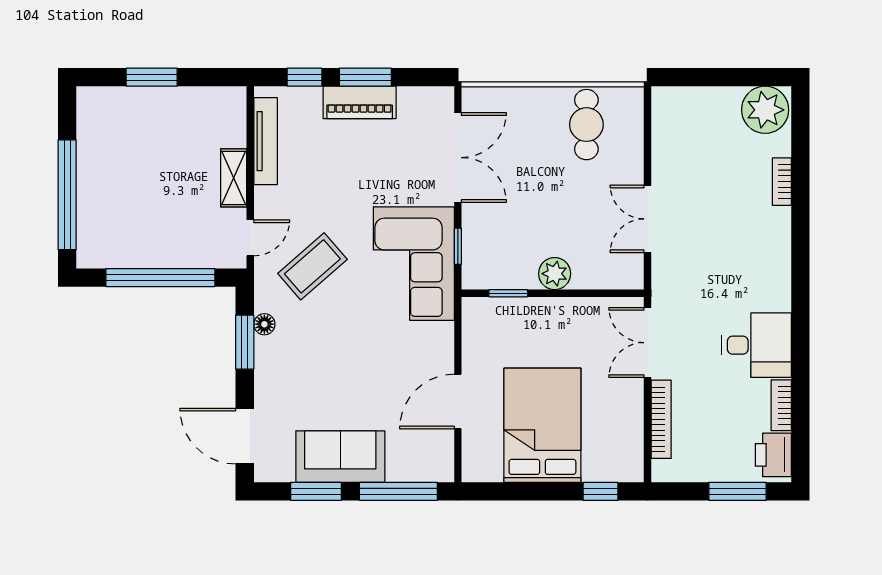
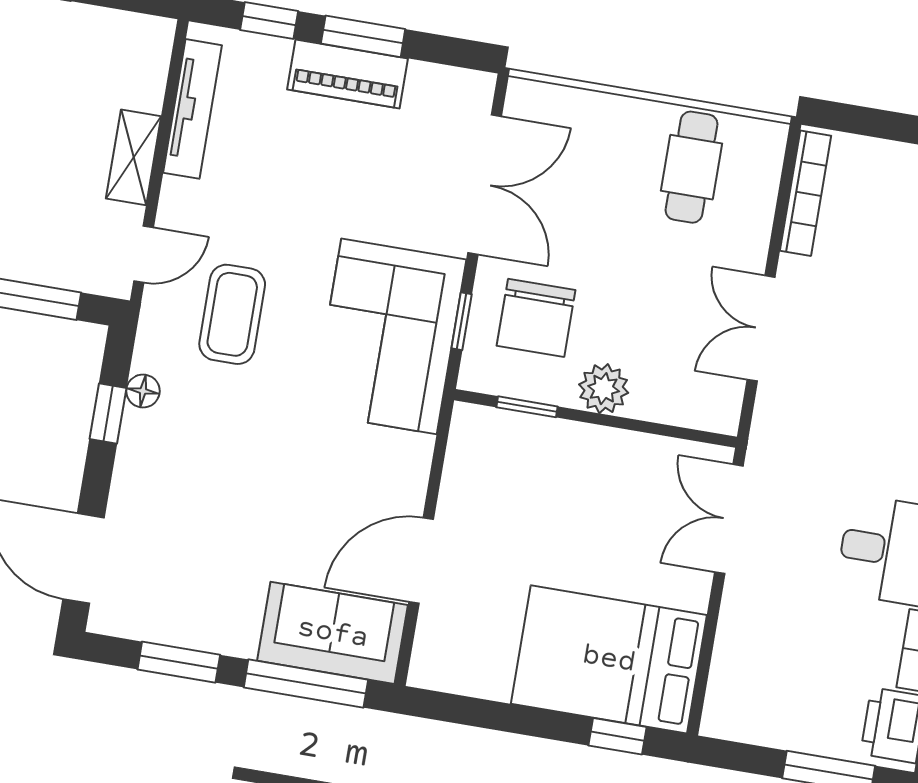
chair: (504, 236) -> (536, 318), added
coffee table: (312, 266) -> (232, 314), turned -49
window: (245, 342) -> (108, 414), width x0.67
bookcase: (661, 419) -> (806, 193), moved
bed: (542, 425) -> (609, 659), moved, turned -90
sofa: (340, 457) -> (333, 633), moved

